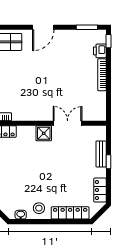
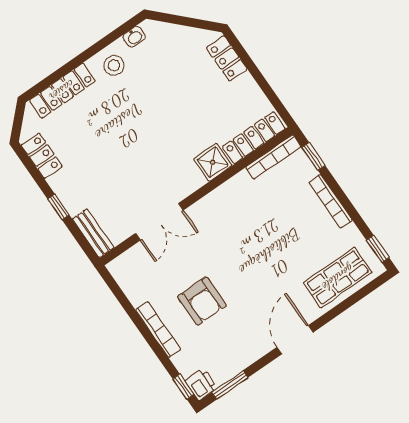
printer: (100, 51) -> (201, 384), moved
armchair: (73, 74) -> (202, 301), added
shower: (44, 133) -> (213, 162), moved
bench: (101, 154) -> (93, 233), moved

